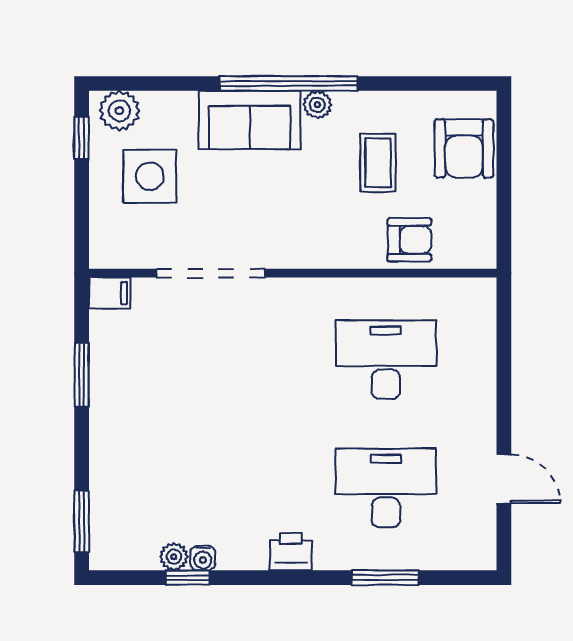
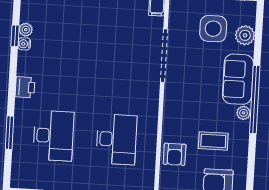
plant: (119, 111) -> (245, 35), moved

